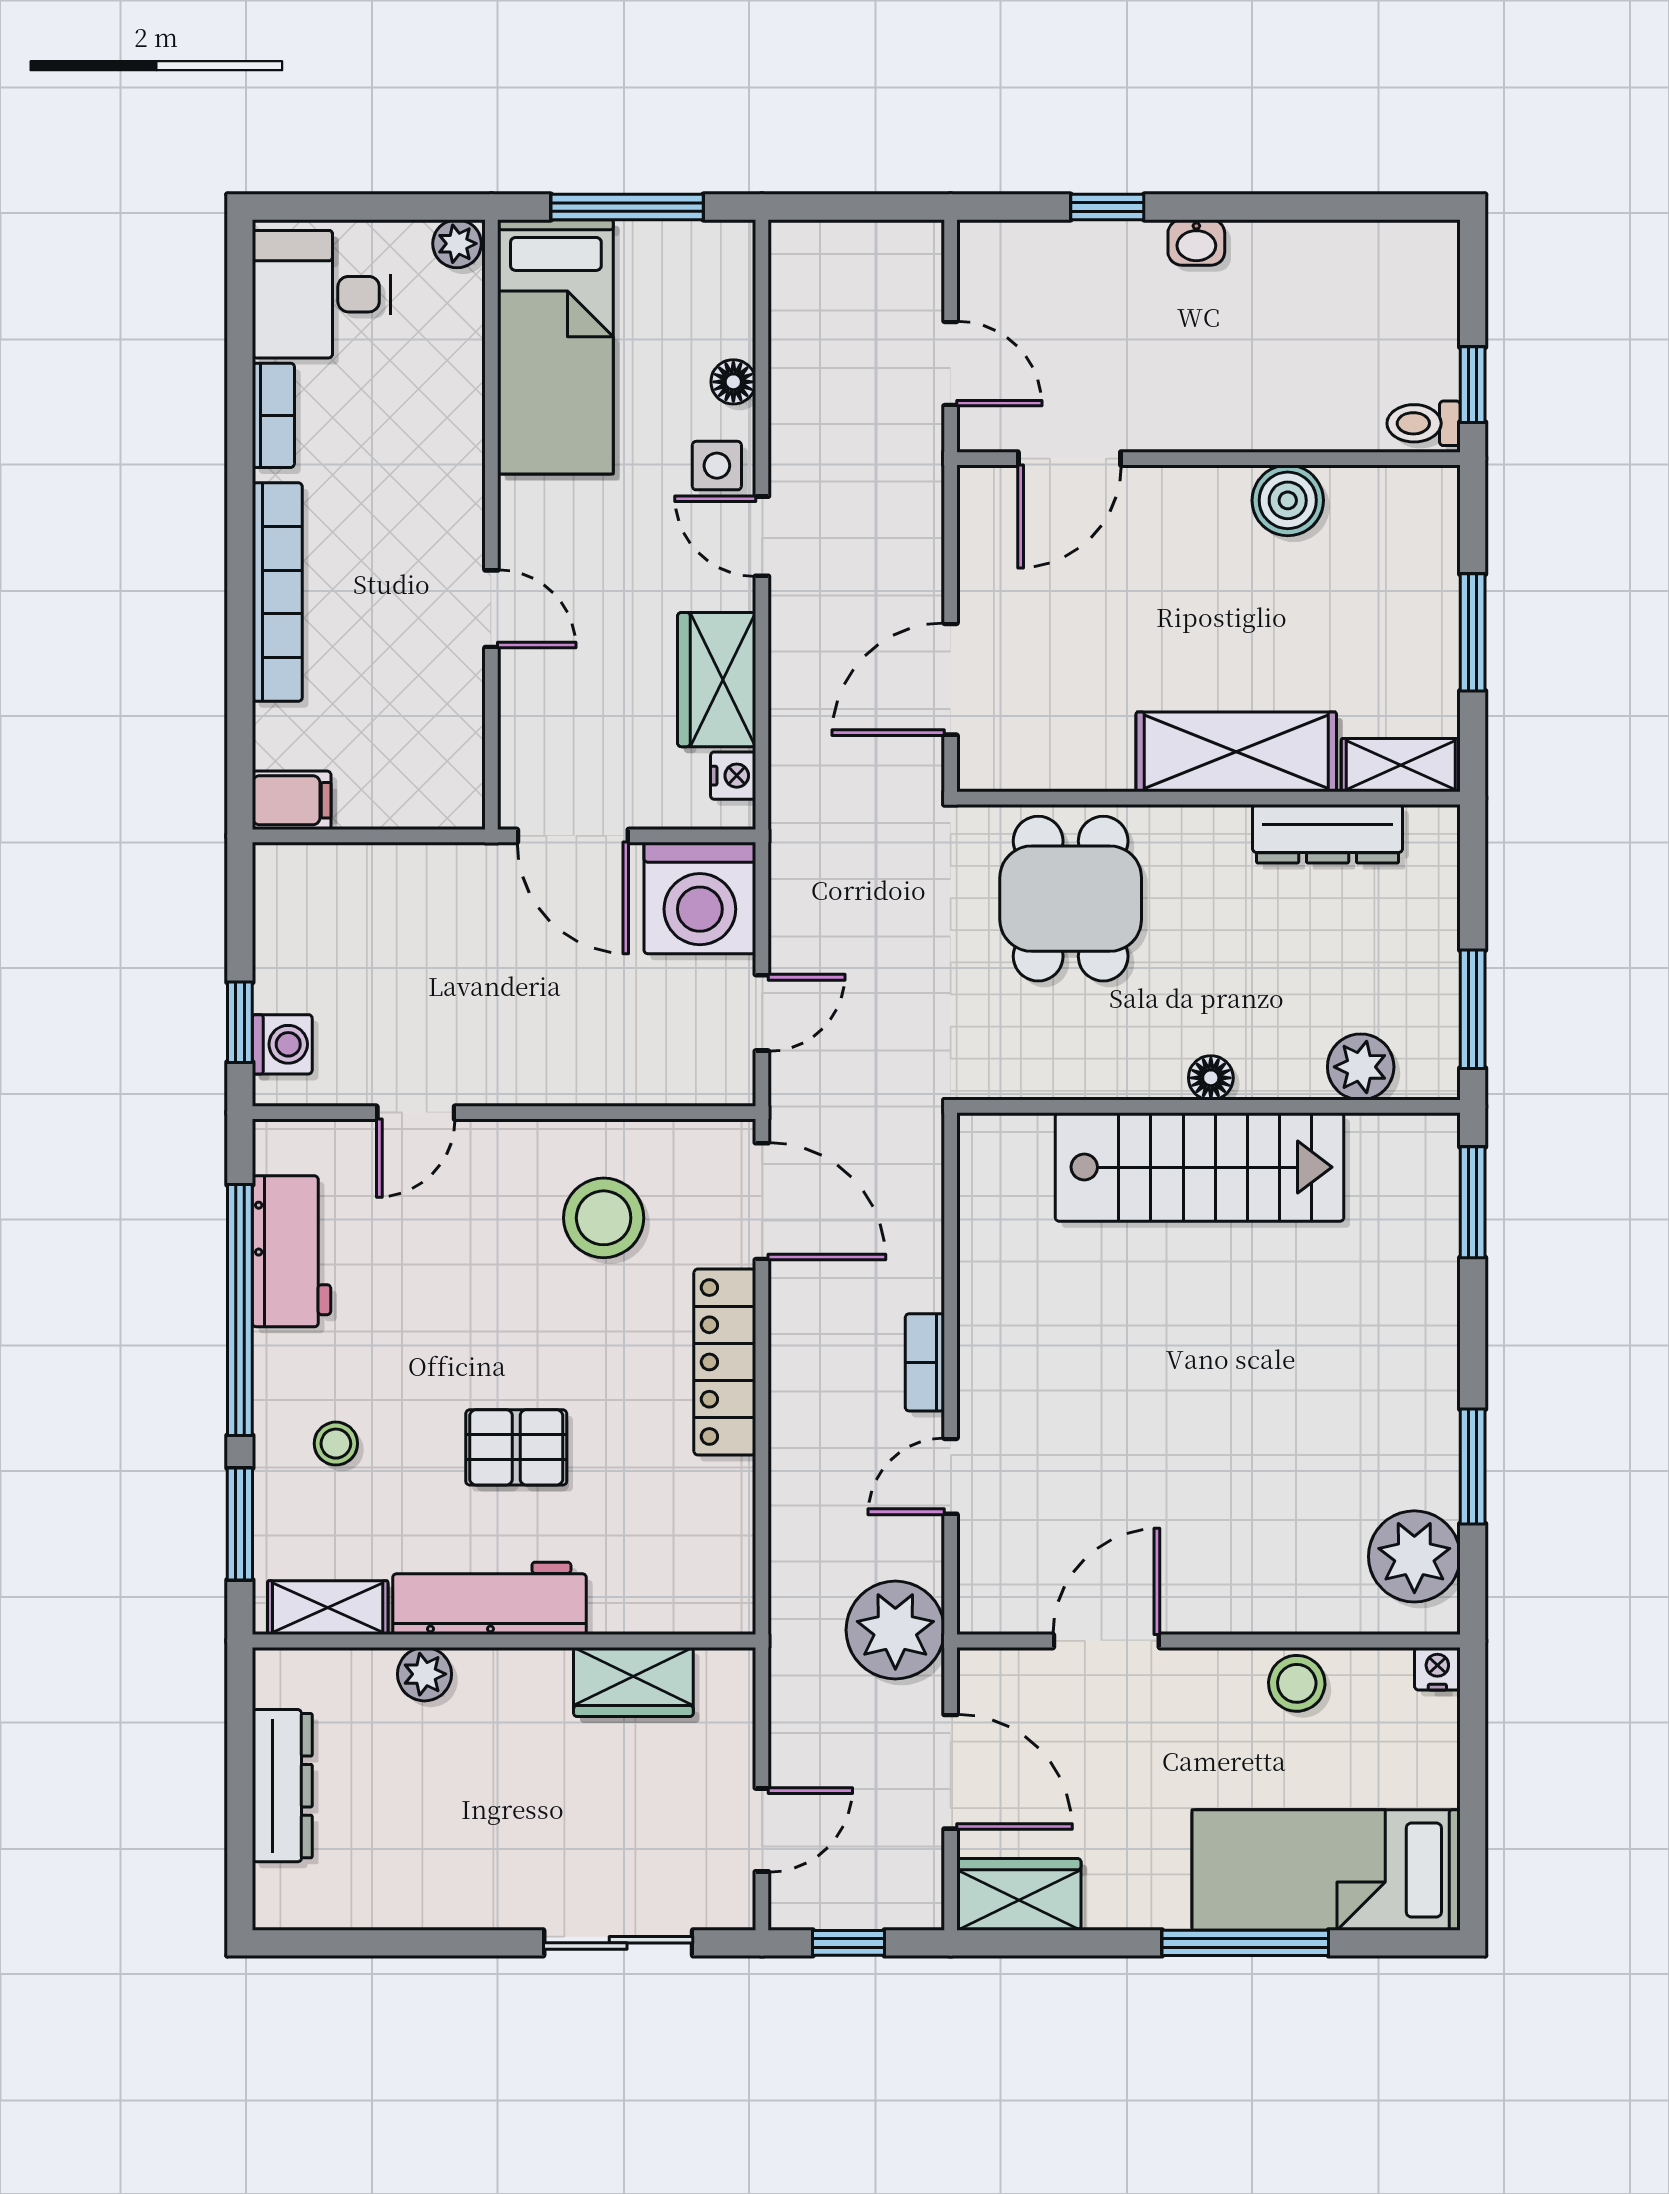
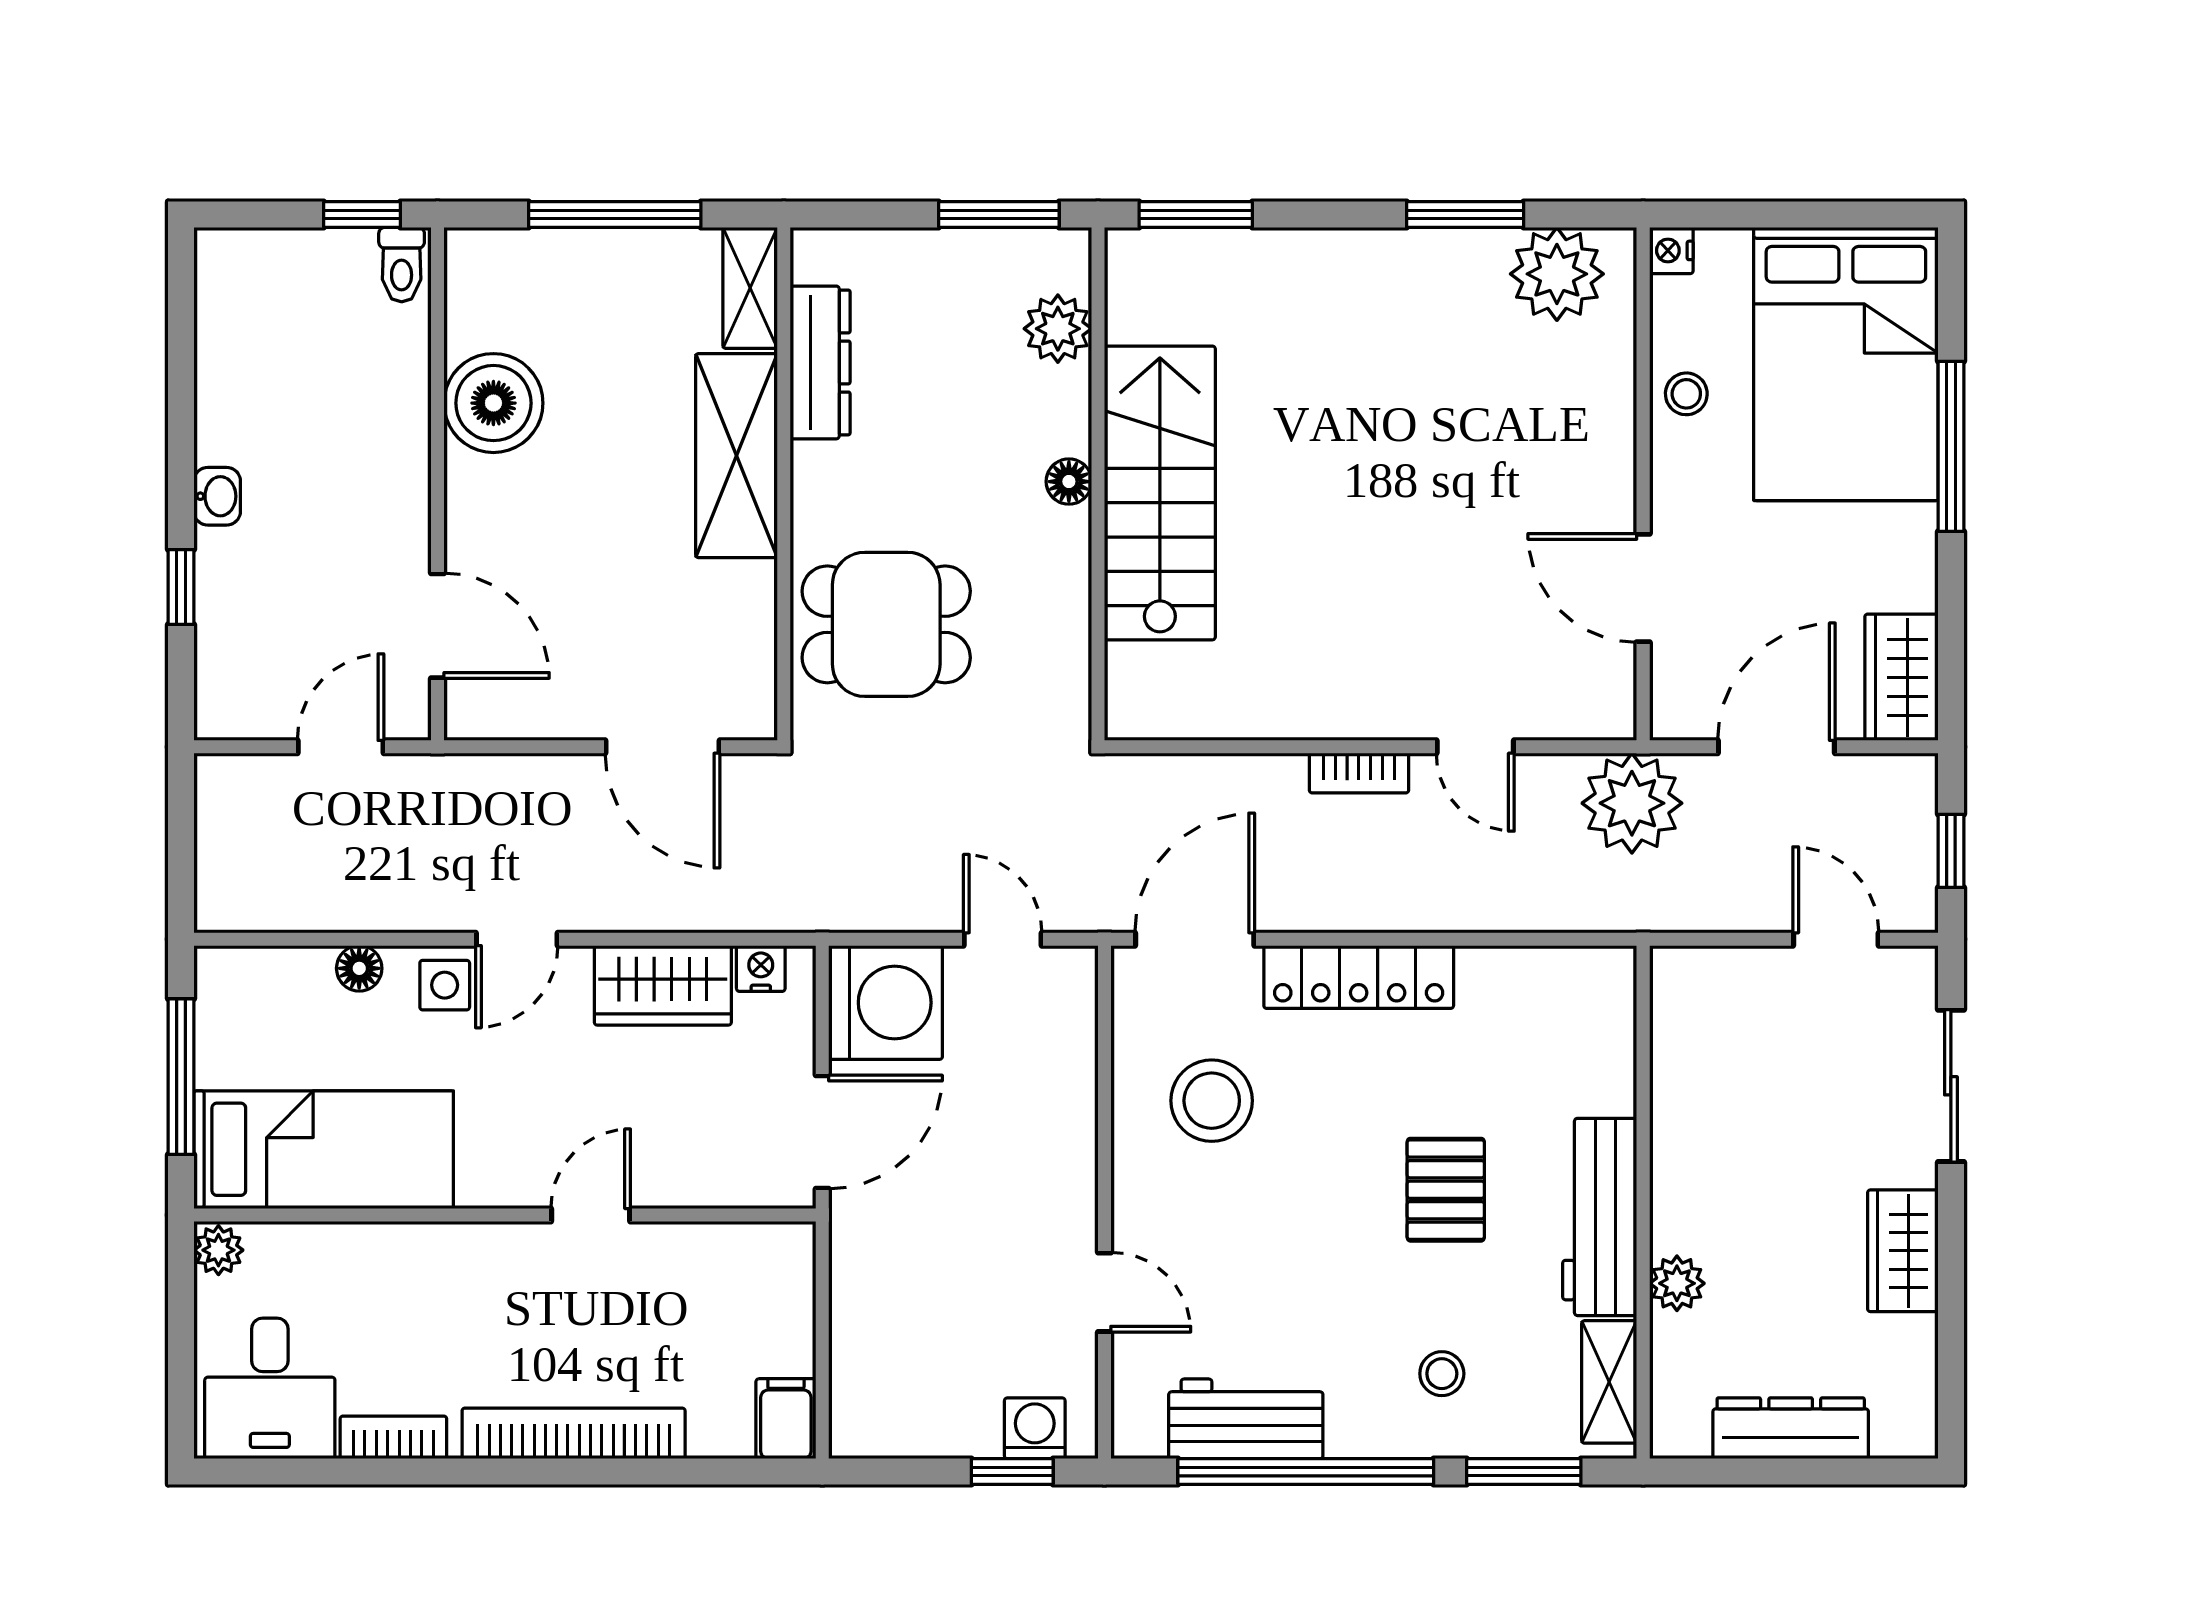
boiler: (1288, 500) -> (493, 403), width x1.37, depth x1.37
window: (1473, 632) -> (615, 215), width x1.44
wardrobe: (633, 1682) -> (1903, 1251), moved, turned 180
stool: (1297, 1683) -> (1686, 394), width x0.73, depth x0.73
bed: (1326, 1870) -> (1846, 364), width x1.50

